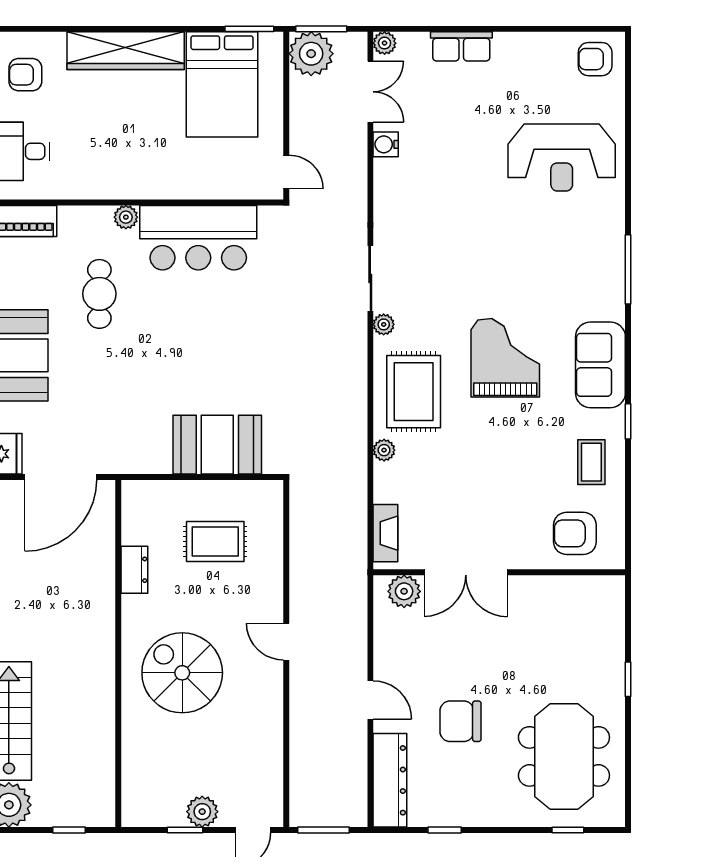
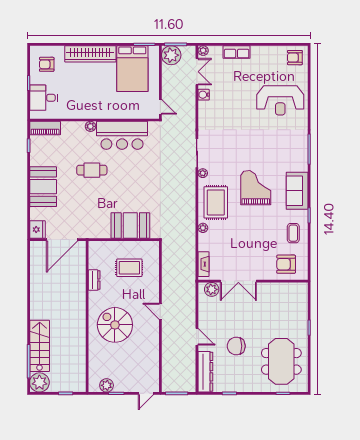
cafe table: (99, 294) -> (92, 170), moved, turned 90
plant: (202, 812) -> (107, 385), moved

